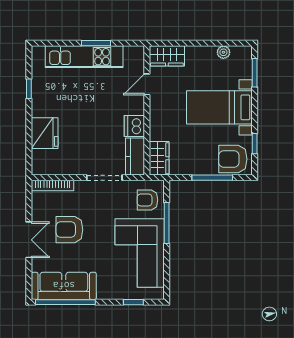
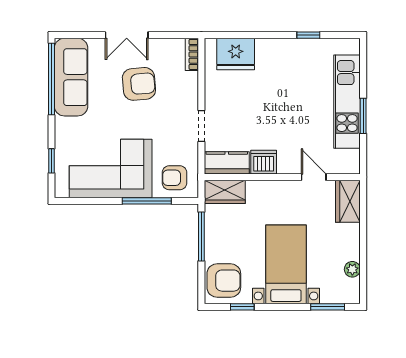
fridge: (45, 133) -> (236, 54), moved
armchair: (233, 159) -> (224, 281), turned 90
doorway: (104, 178) -> (201, 126), width x0.73
window: (212, 178) -> (201, 237), moved
bookcase: (53, 186) -> (192, 54), width x0.64
armchair: (147, 200) -> (175, 178), turned -90
armchair: (69, 230) -> (139, 84), turned 85

